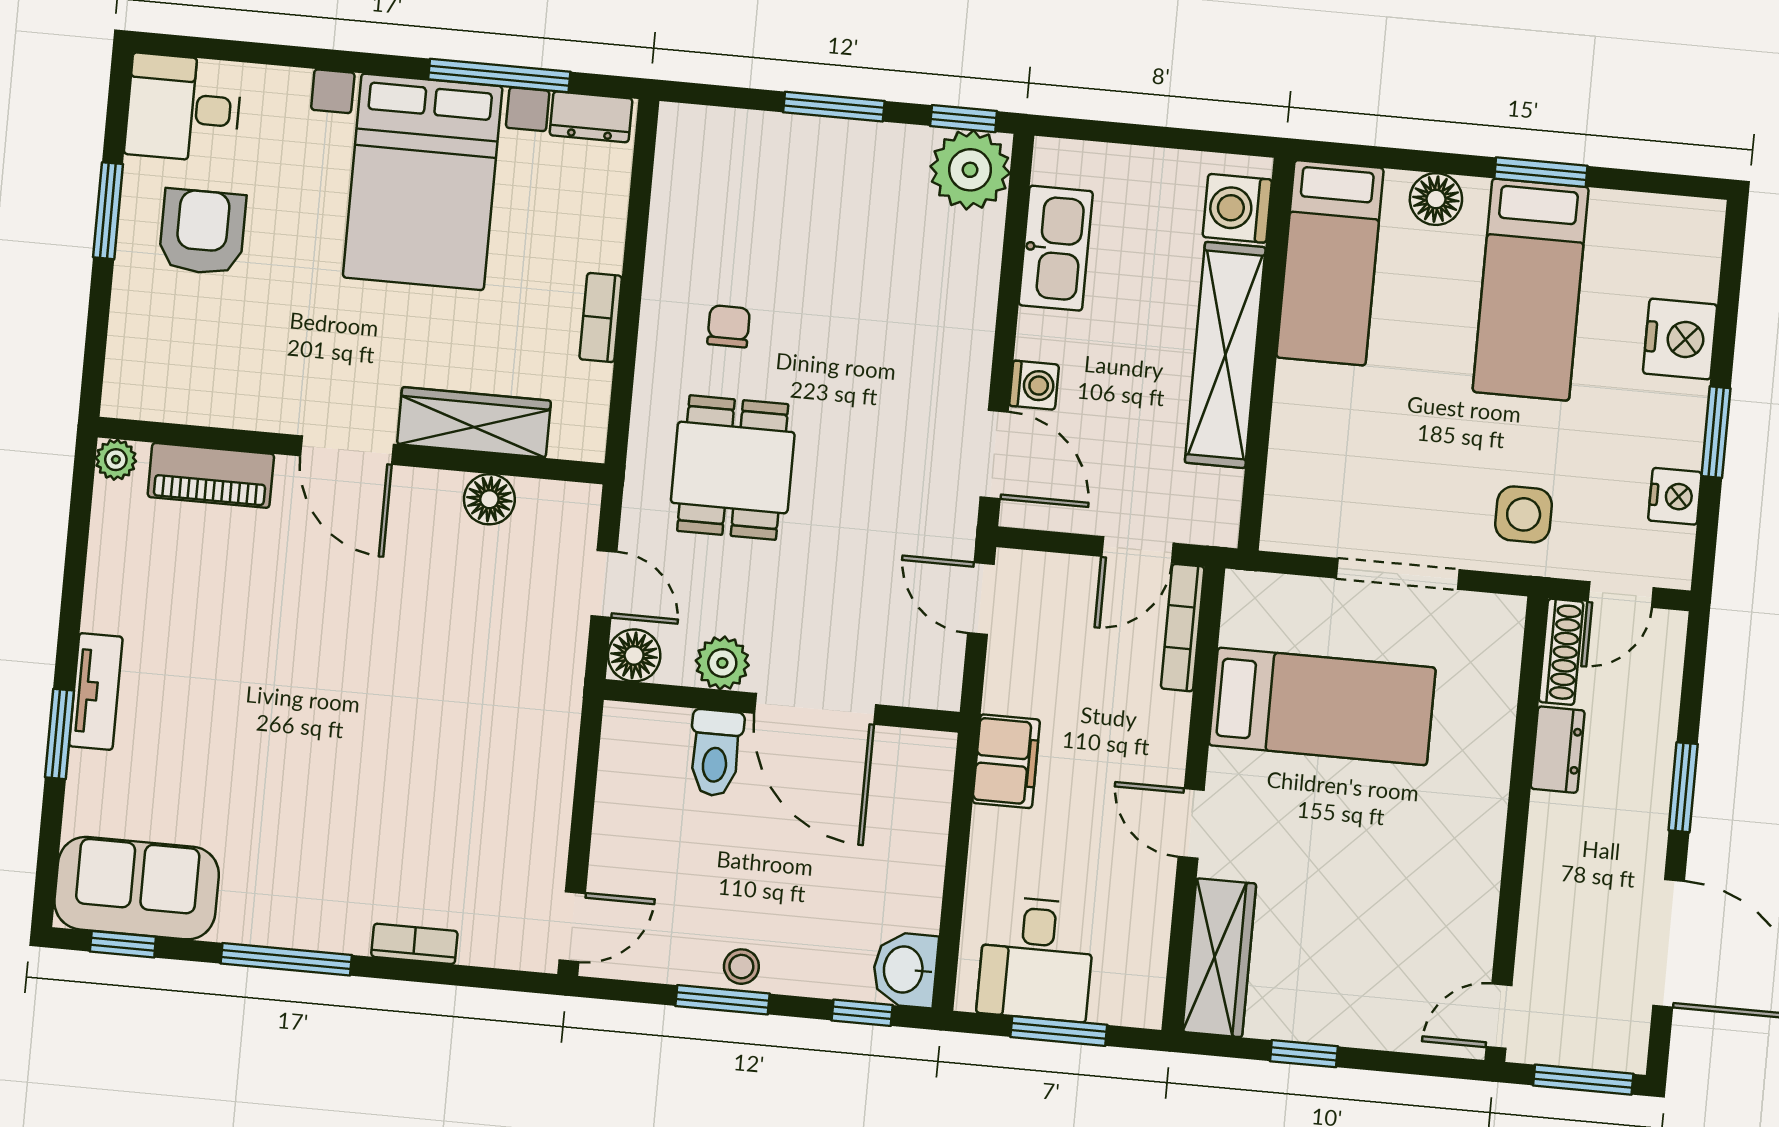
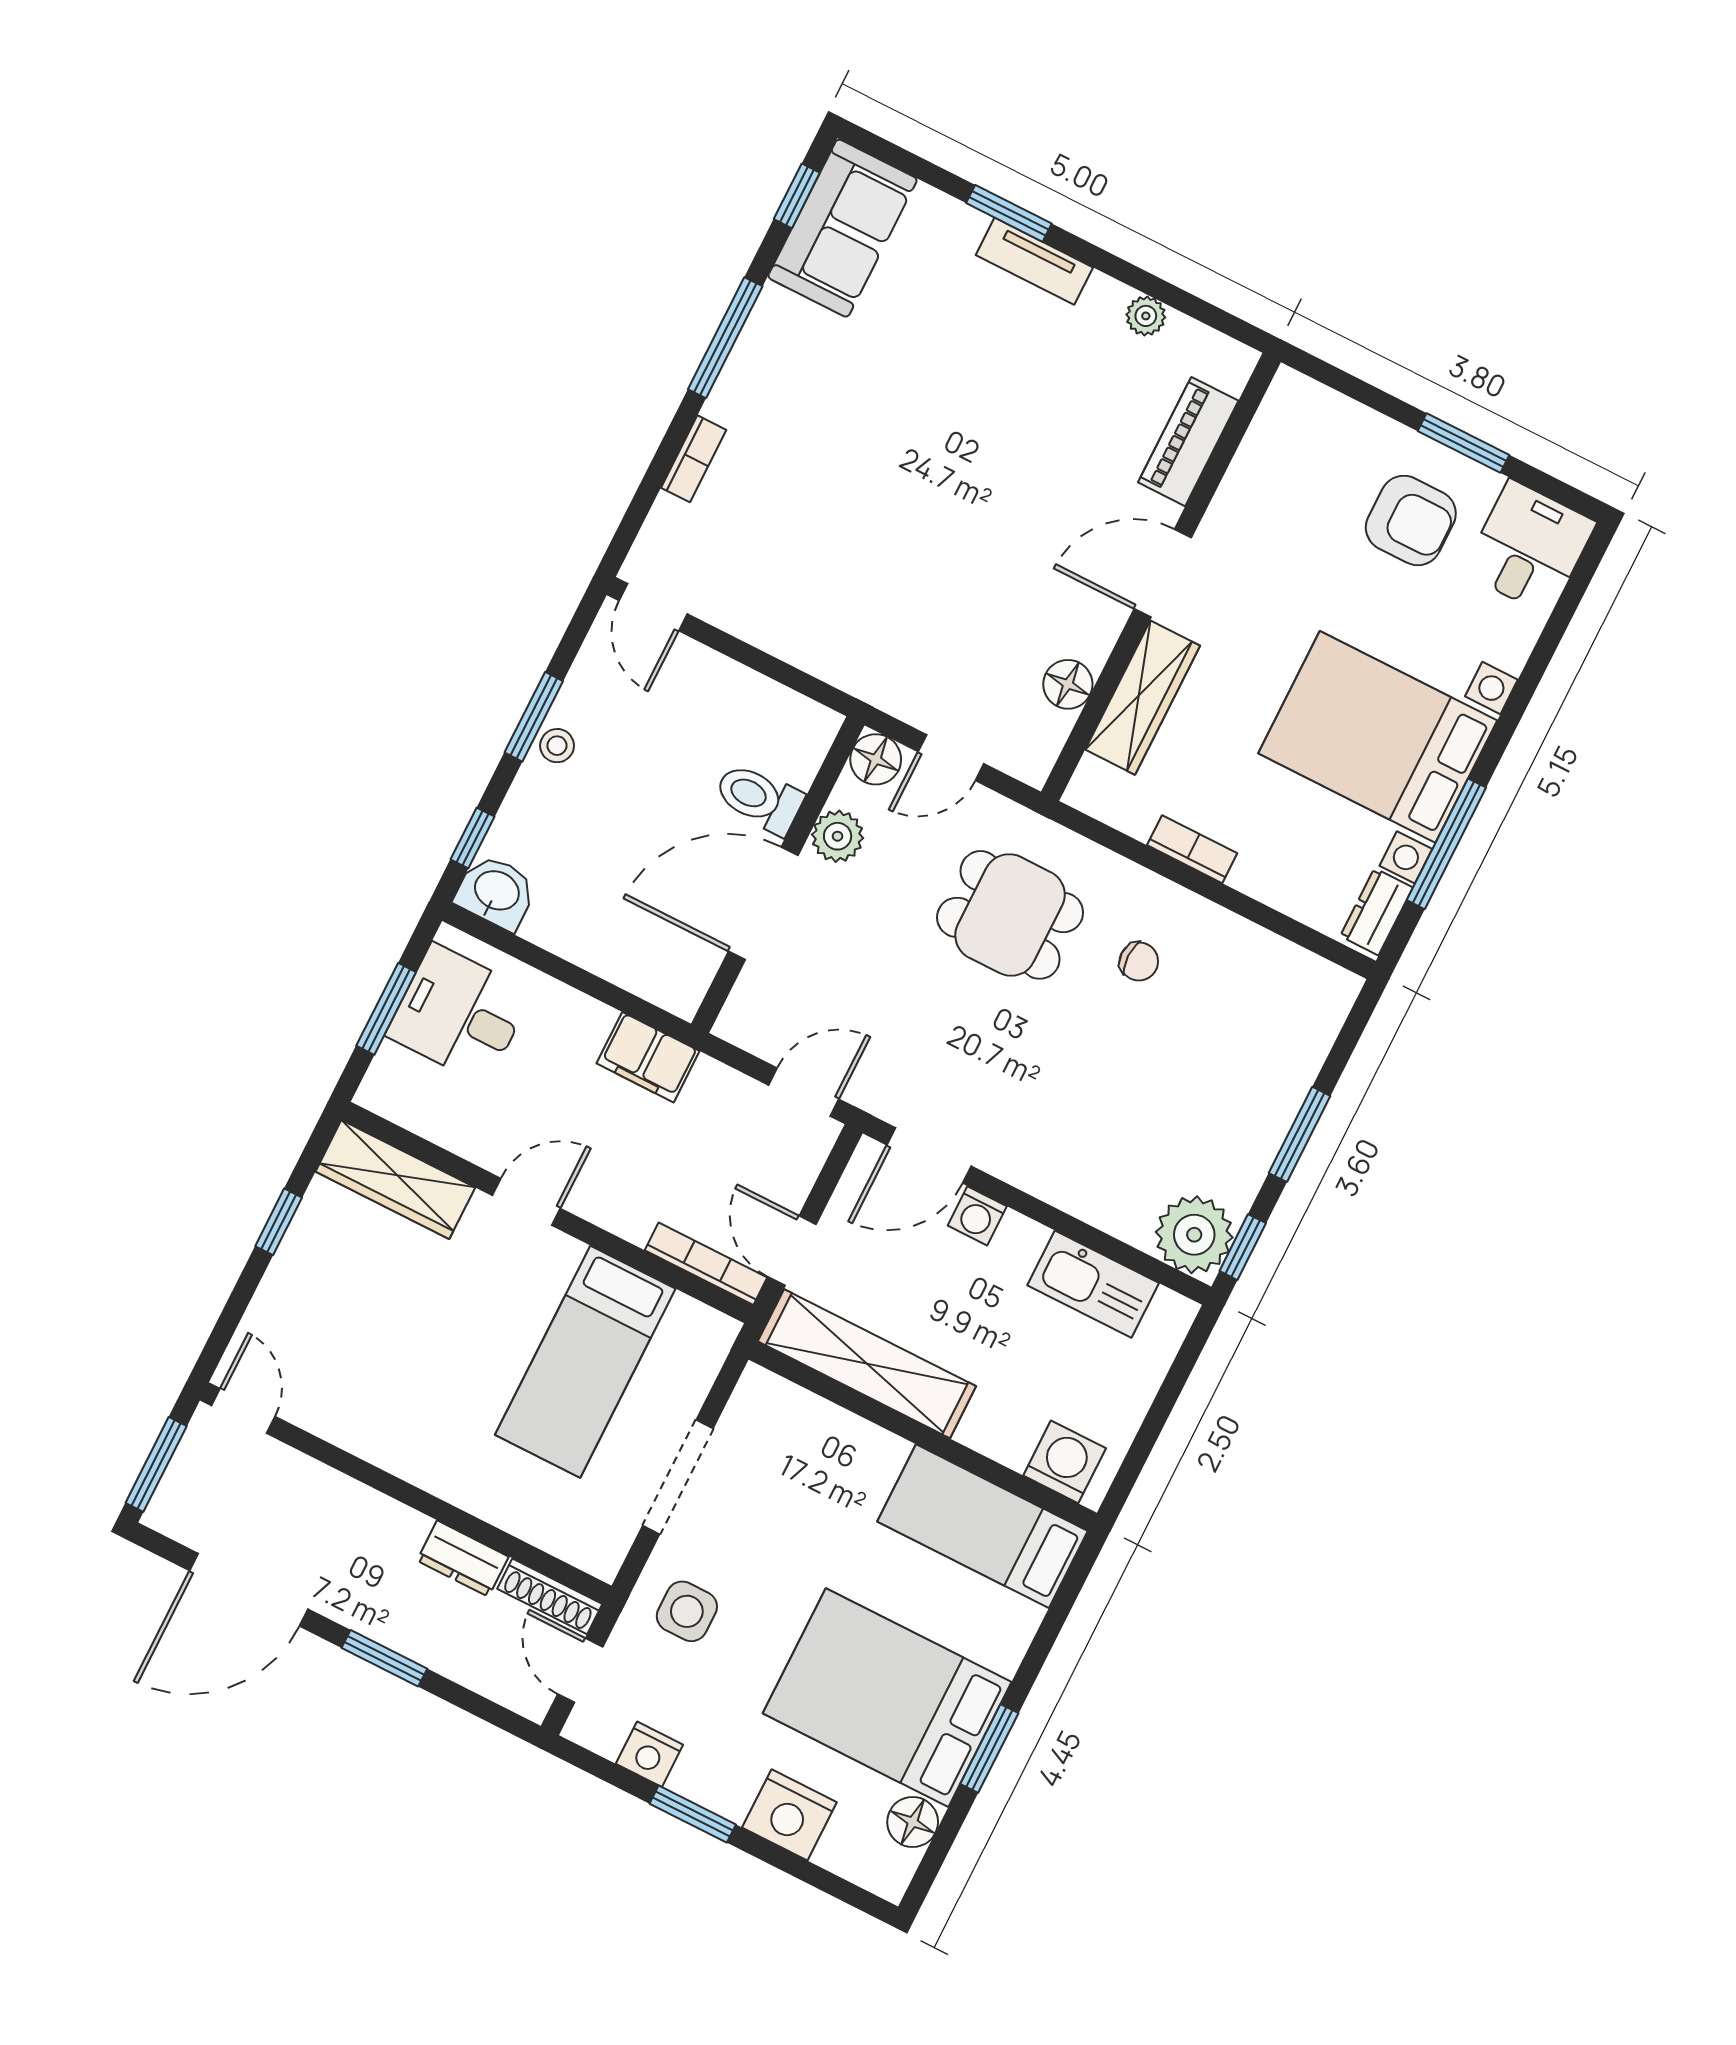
floor lamp: (1436, 199) -> (913, 1822), moved
bed: (1531, 290) -> (887, 1698), width x1.50
shelving: (1225, 355) -> (867, 1364), moved
plant: (116, 460) -> (1146, 316), moved

